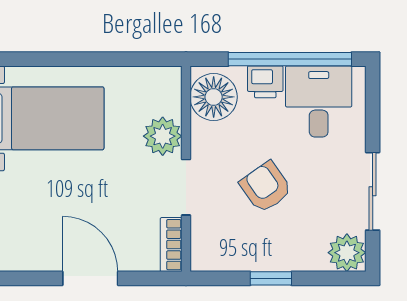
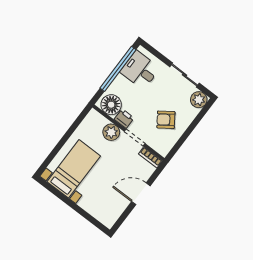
printer: (265, 82) -> (124, 119), moved, turned -90
armchair: (266, 187) -> (166, 120), moved
window: (271, 278) -> (188, 132), removed

